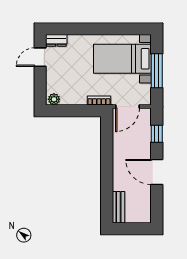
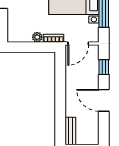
plant: (54, 99) -> (37, 37), moved

